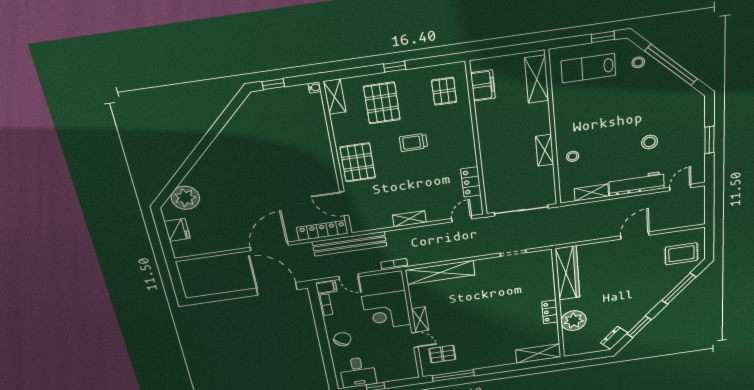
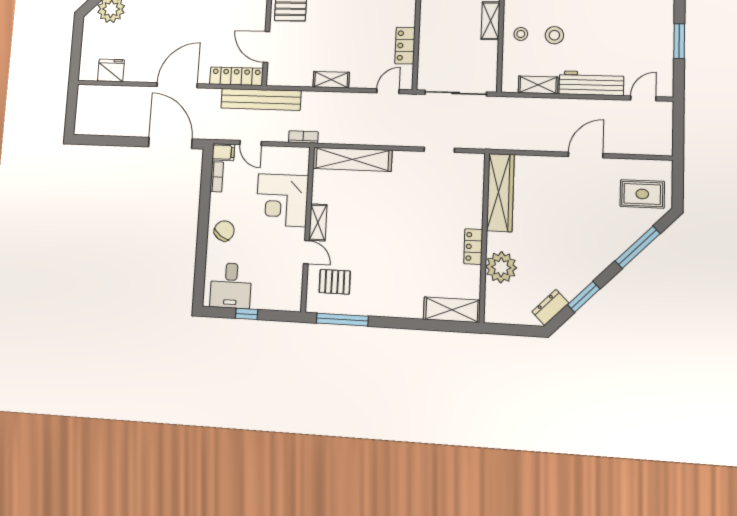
stool: (650, 142) -> (554, 35), moved
fridge: (177, 230) -> (111, 70), moved, turned -90

